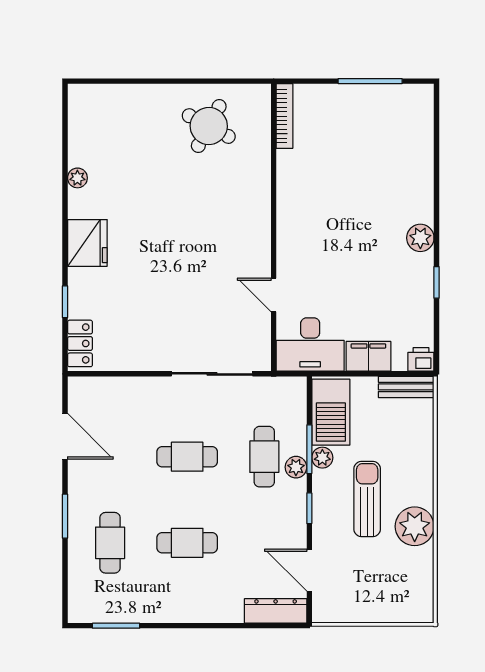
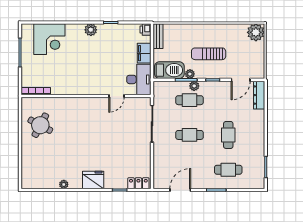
corner desk: (400, 146) -> (49, 39), added
cafe table: (187, 457) -> (189, 135), turned 90
plant: (415, 526) -> (256, 32), moved

